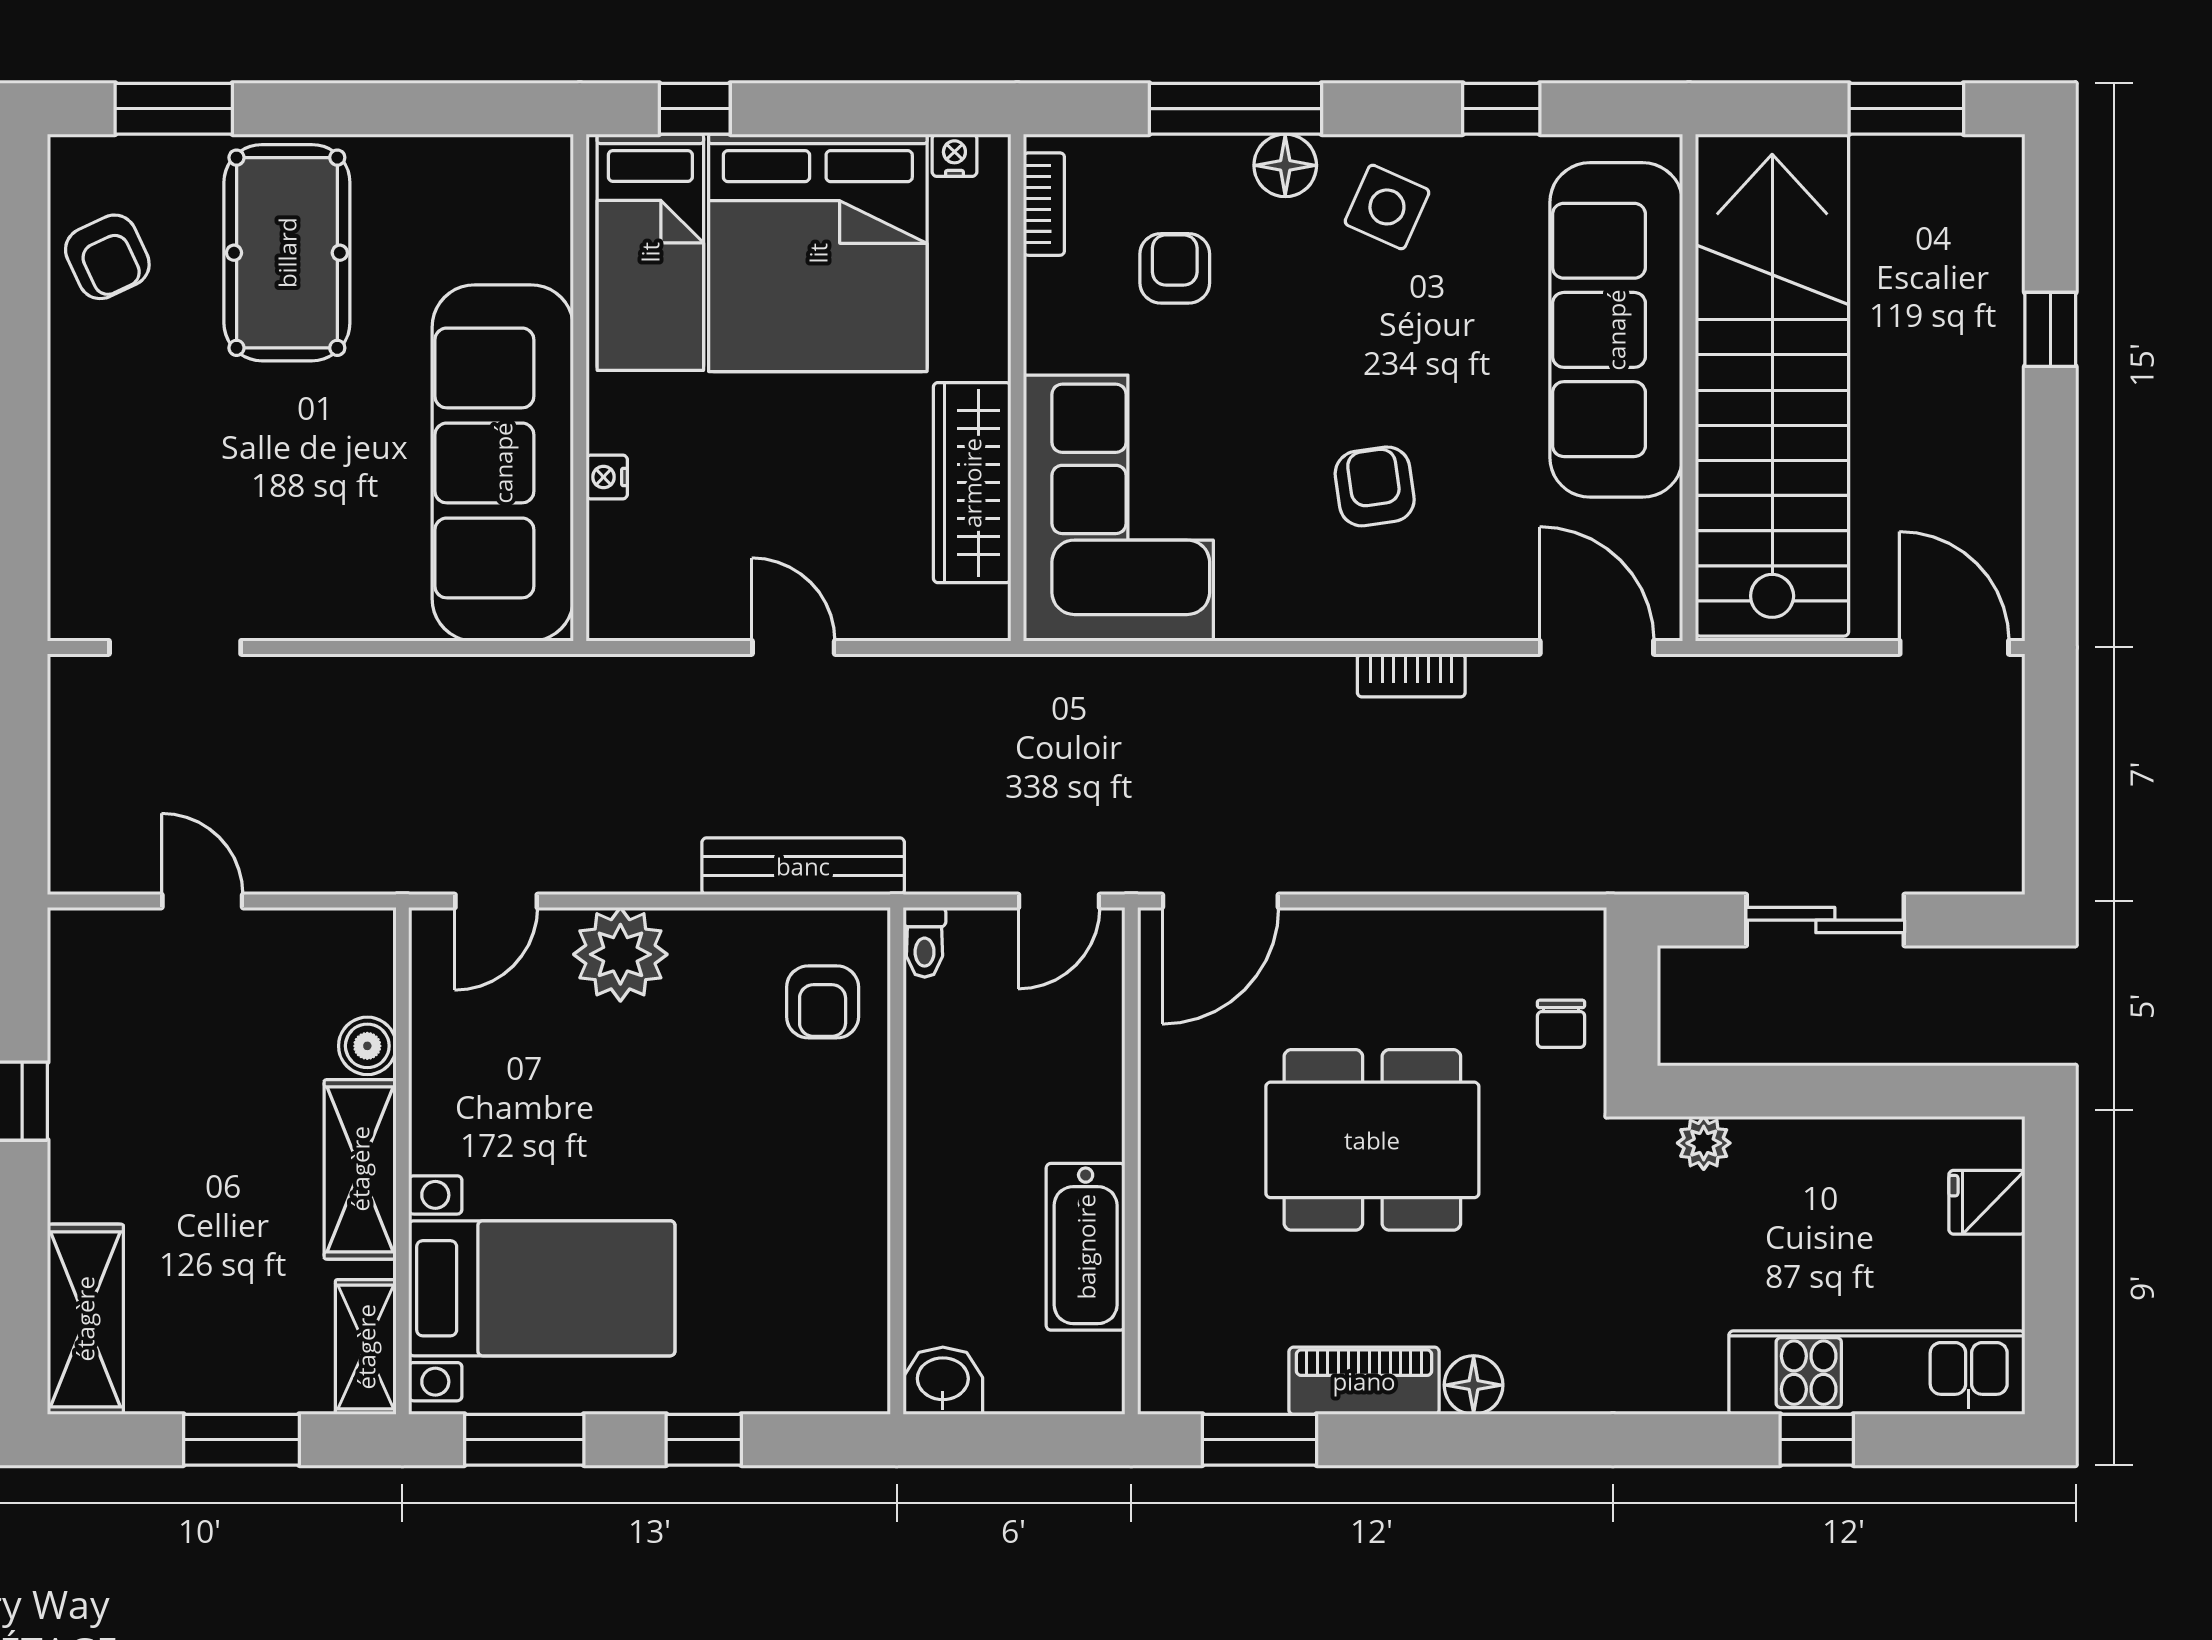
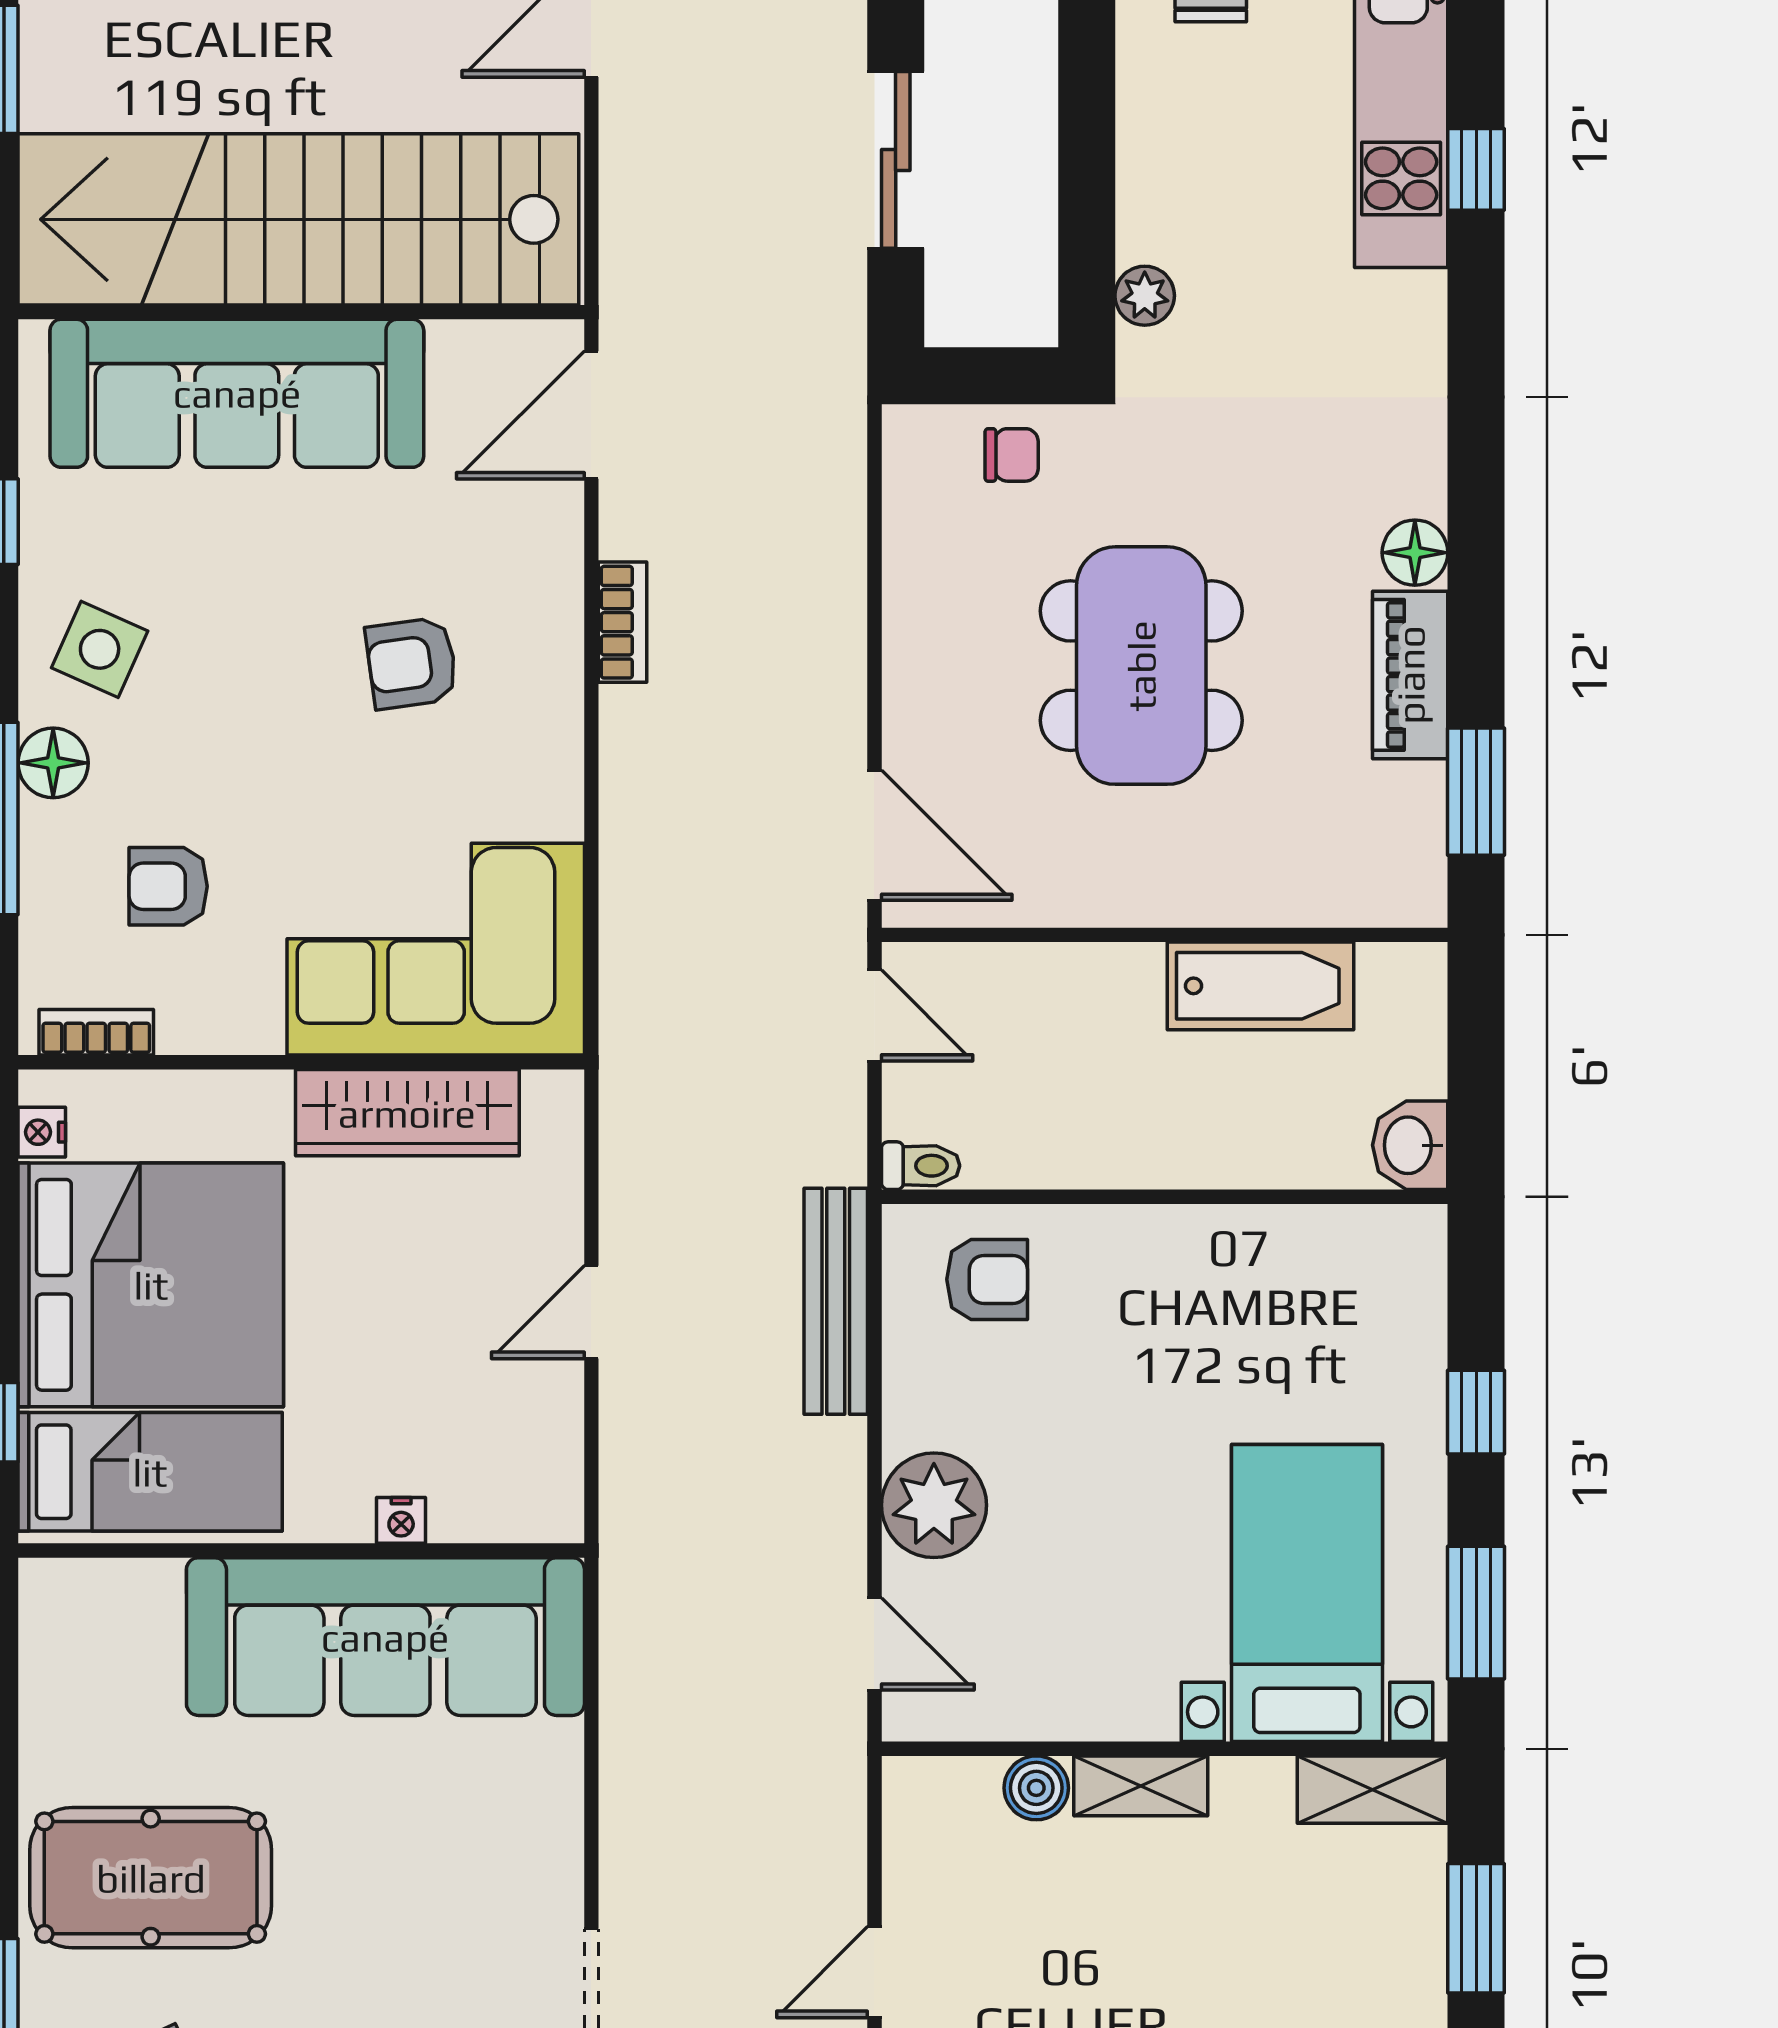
shelving: (360, 1169) -> (1141, 1786), width x0.67, depth x0.75

